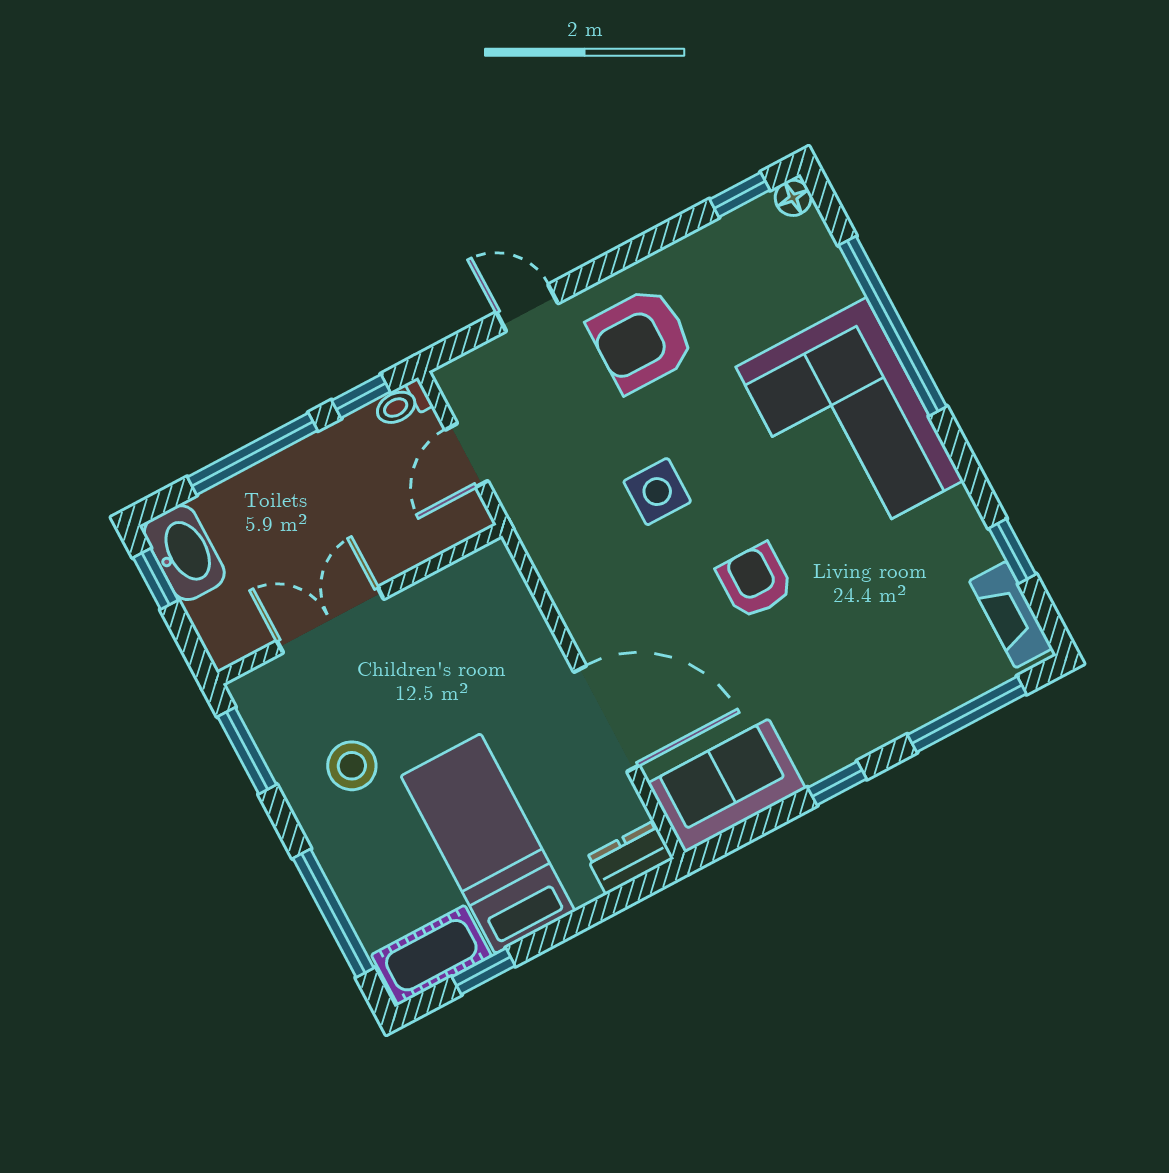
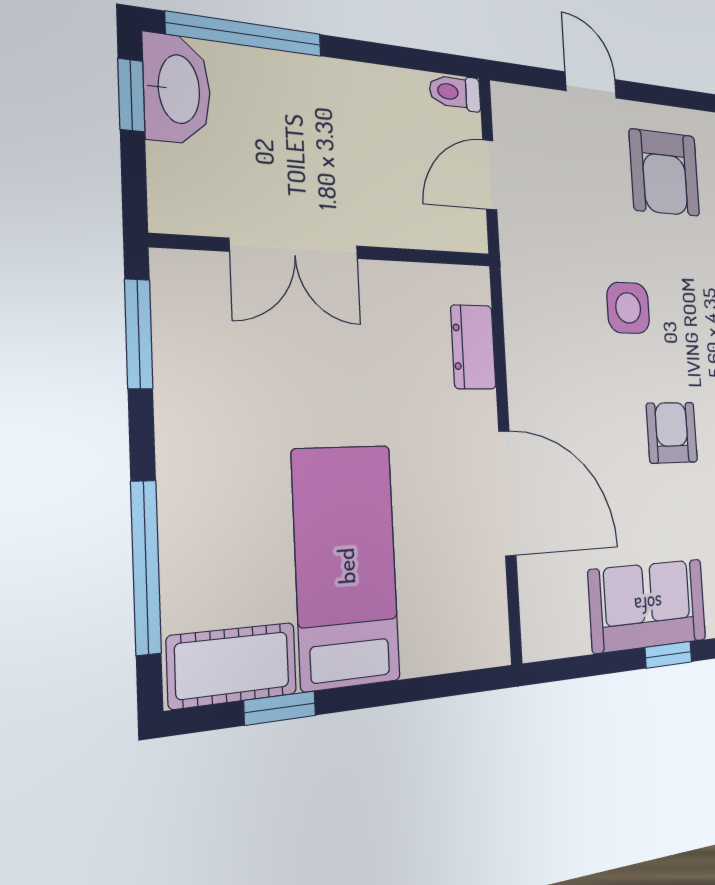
armchair: (641, 340) -> (665, 173), turned -90
window: (361, 396) -> (422, 60), removed
window: (253, 454) -> (245, 34), moved
double door: (330, 620) -> (295, 249), swing flipped
stool: (352, 766) -> (245, 411), removed
sofa: (727, 786) -> (648, 605), moved
dresser: (630, 858) -> (473, 347), moved, turned -90

